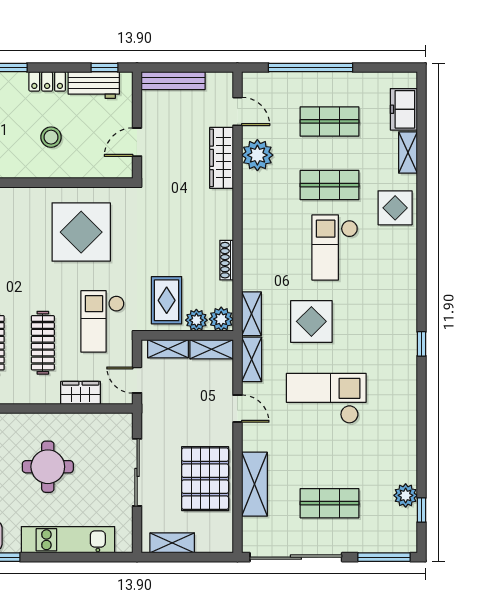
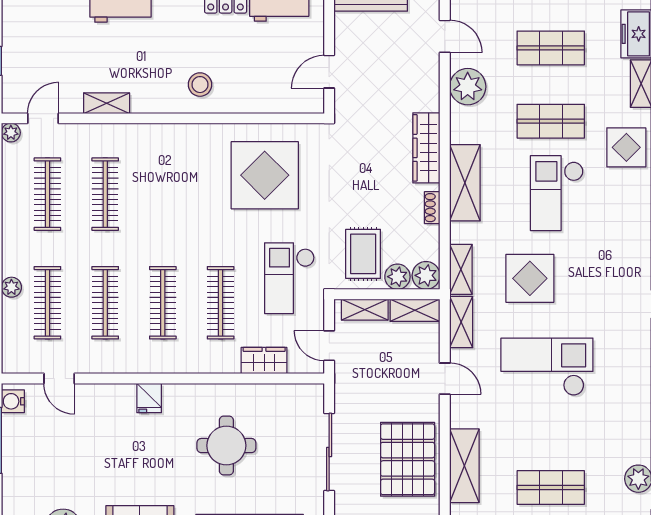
stool: (51, 137) -> (200, 85), moved
wardrobe: (221, 158) -> (426, 148), moved
shelving: (255, 239) -> (465, 183), added
shoe rack: (227, 260) -> (432, 208), width x0.70

